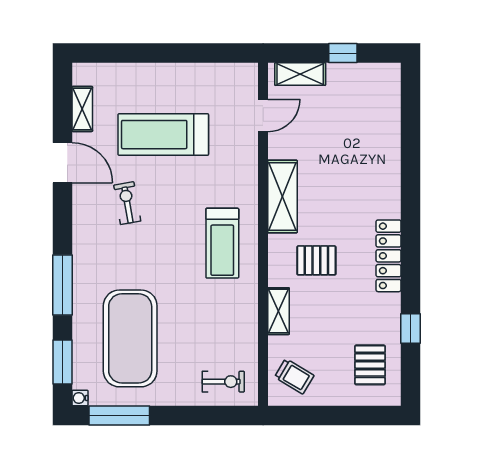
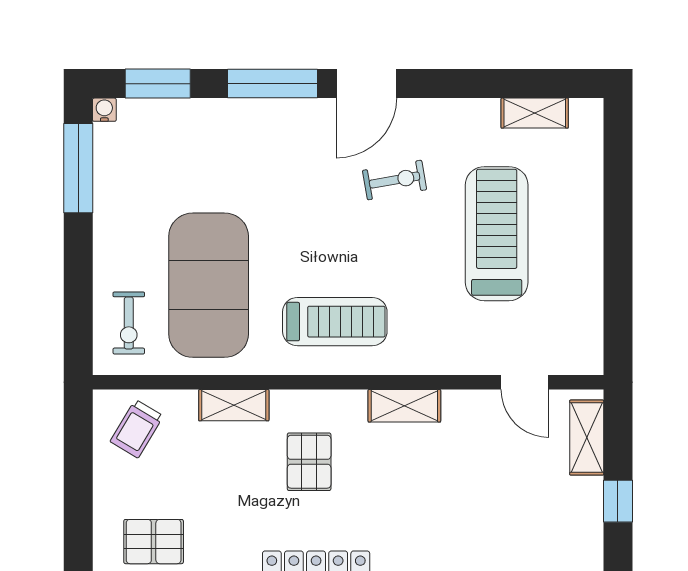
door: (62, 163) -> (366, 84), moved
shelving: (282, 196) -> (404, 406), width x0.67, depth x0.75
treadmill: (222, 243) -> (335, 322), turned 180
exercise mat: (130, 338) -> (209, 285), moved, turned 90

